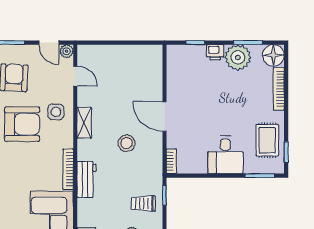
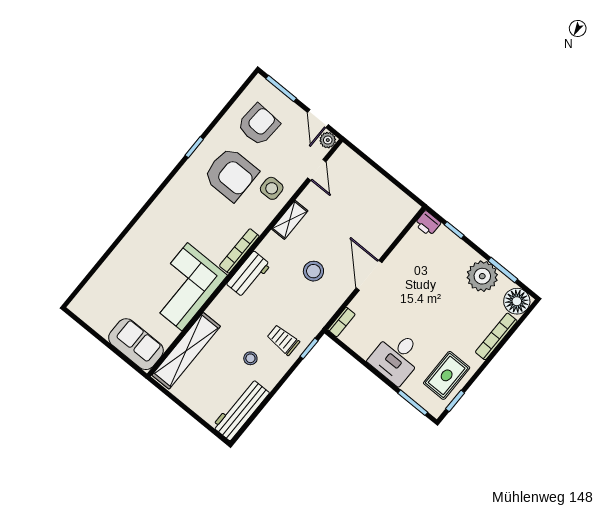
printer: (215, 52) -> (428, 223), moved

